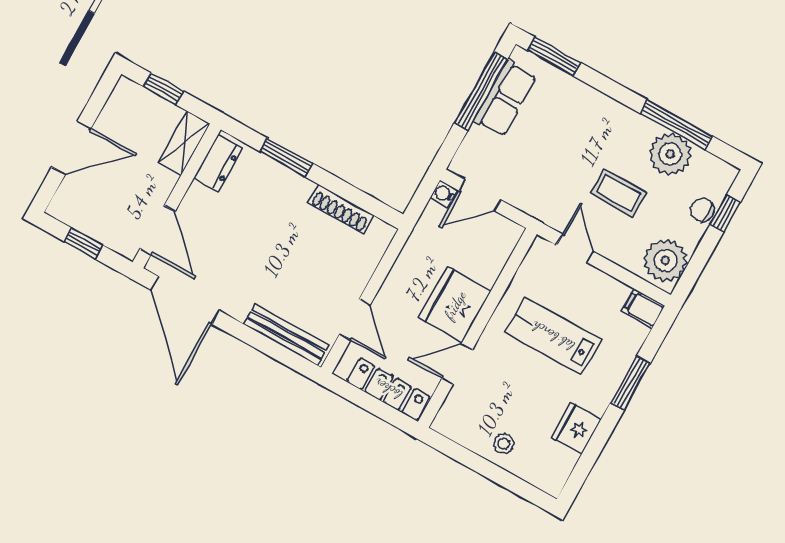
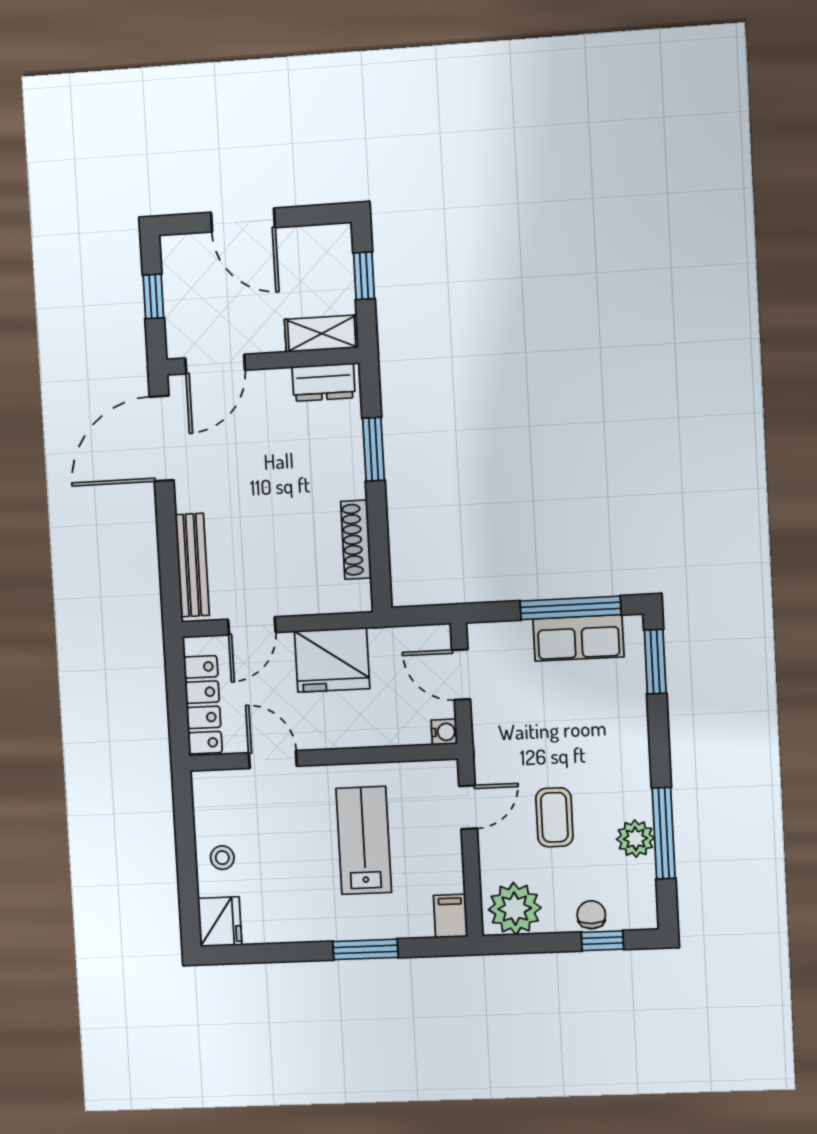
plant: (670, 154) -> (635, 839), width x0.73, depth x0.73
water cooler: (444, 194) -> (444, 732), moved, turned 90
fridge: (455, 305) -> (332, 660), moved, turned 180
fridge: (577, 428) -> (220, 922), moved, turned 90

